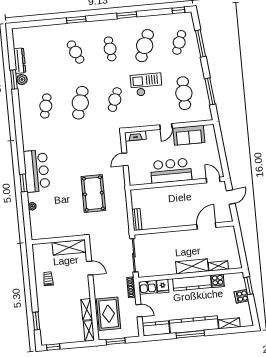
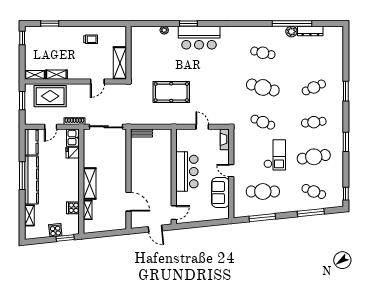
cafe table: (145, 46) -> (314, 157), turned -30
window: (14, 80) -> (292, 23), width x2.11
kitchen counter: (192, 283) -> (73, 182), removed

